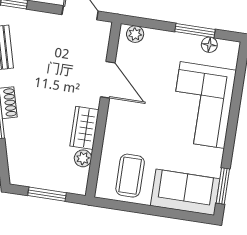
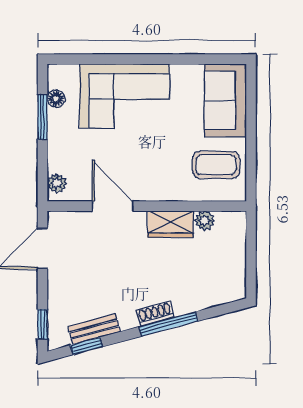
door: (108, 80) -> (113, 206), hinge flipped
window: (223, 186) -> (212, 59), removed
window: (47, 194) -> (251, 255), removed

